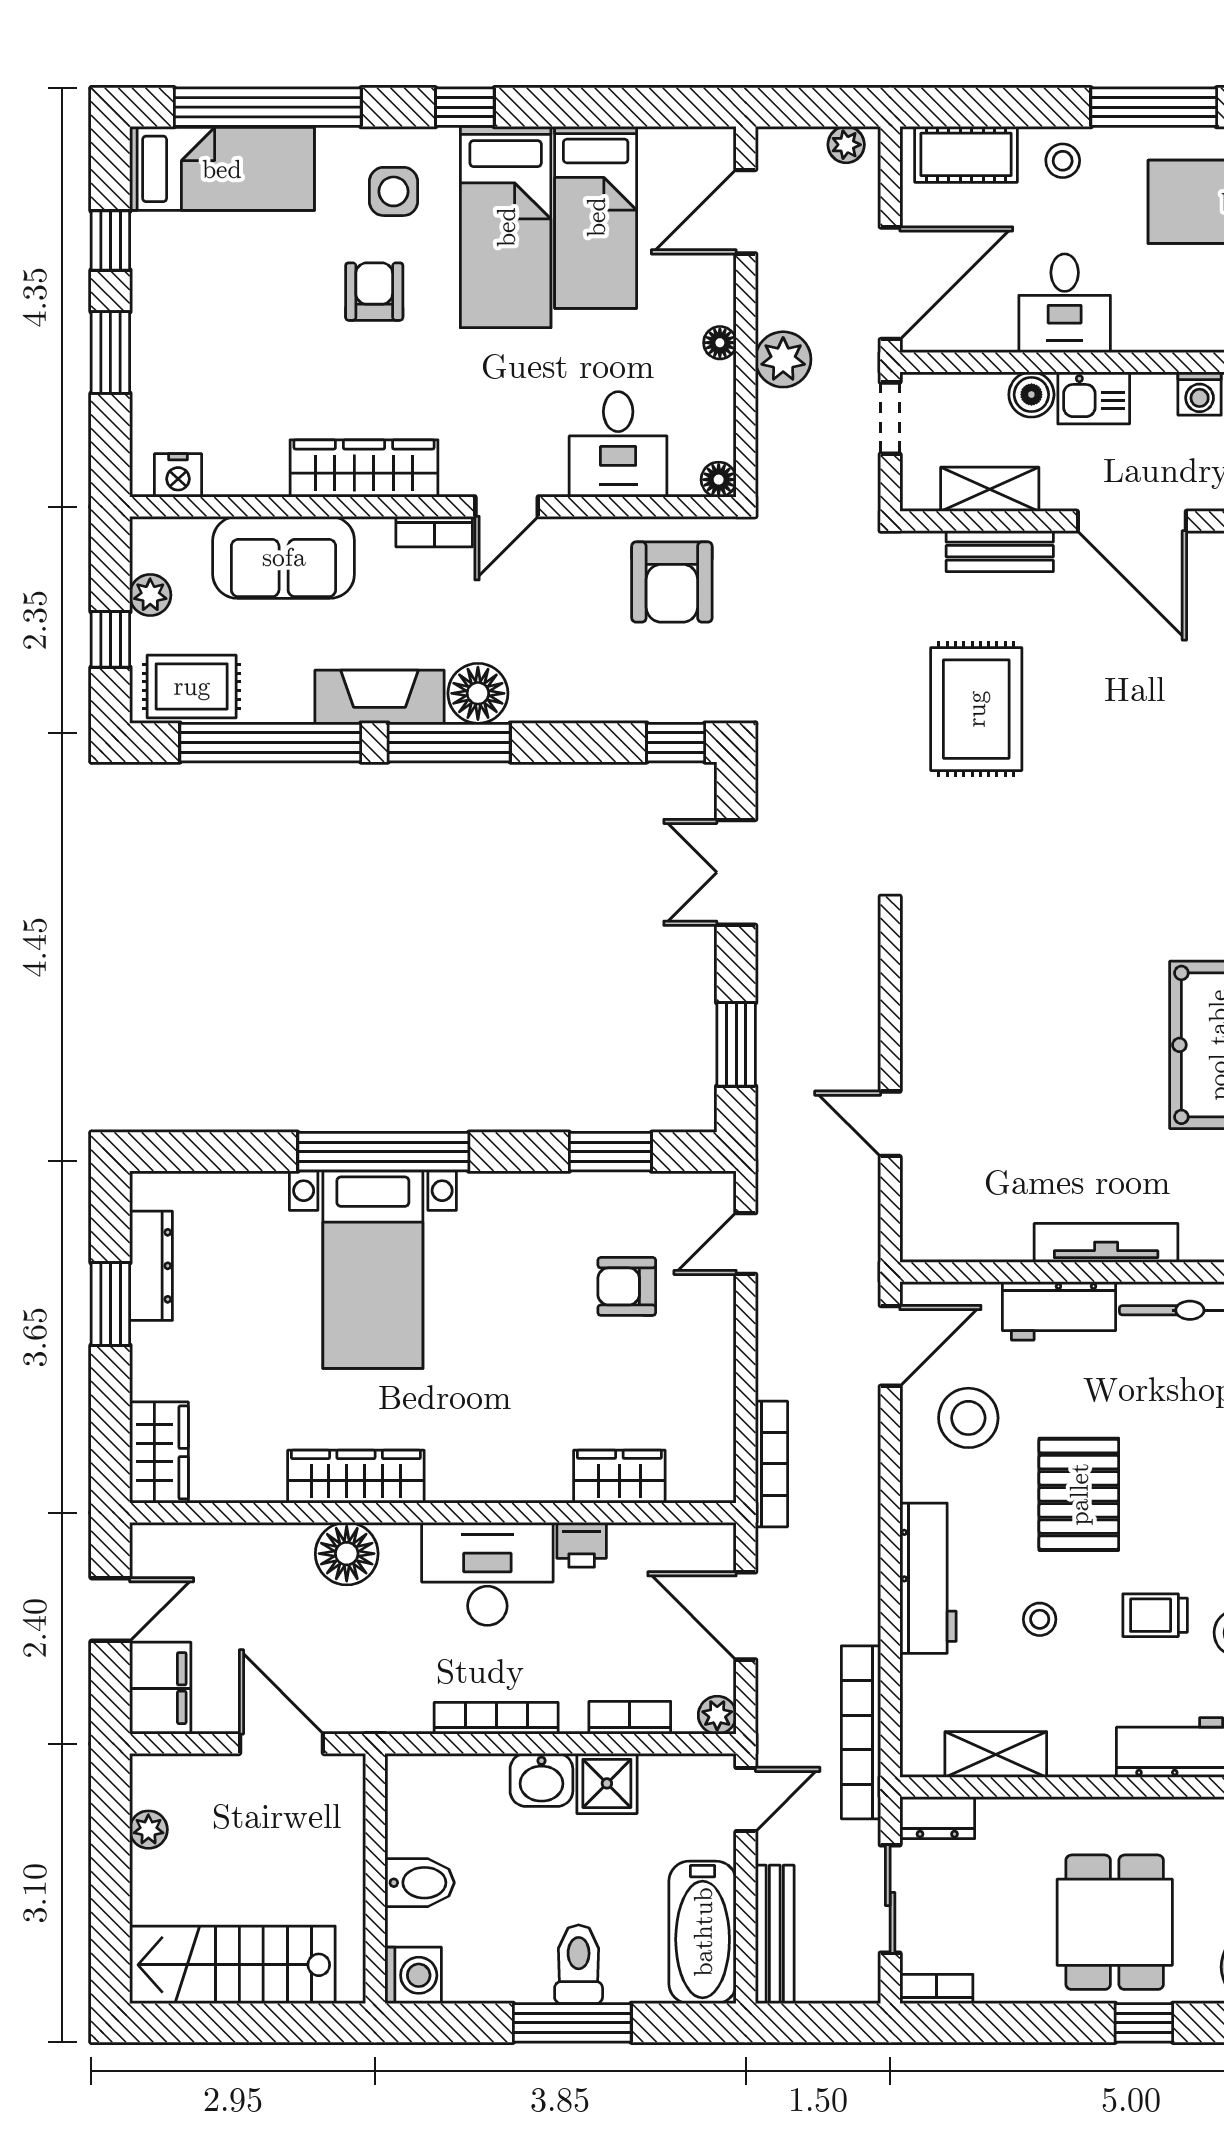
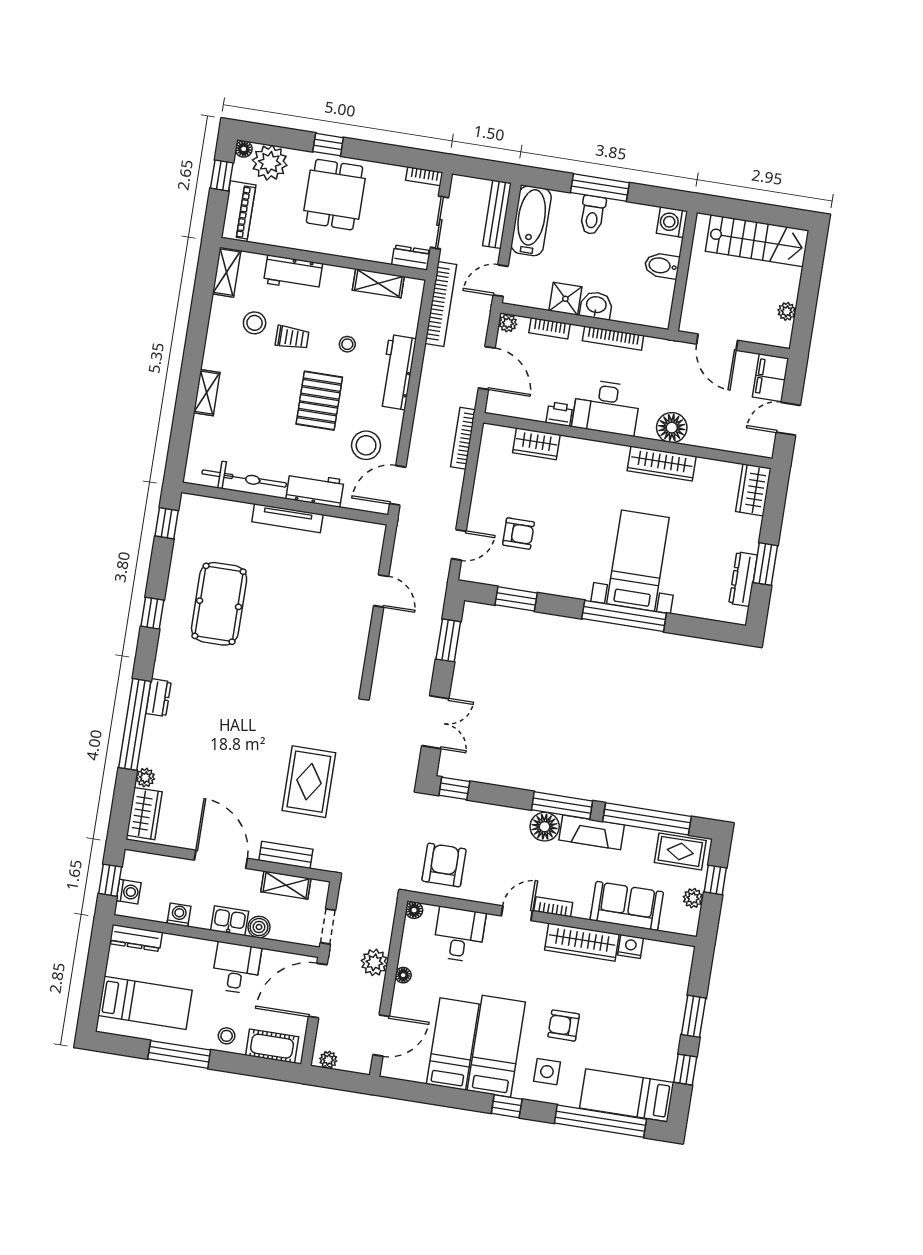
armchair: (374, 292) -> (564, 1025), turned 90
nightstand: (178, 475) -> (631, 946), moved

